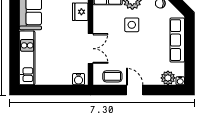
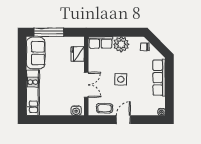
side table: (132, 25) -> (121, 79), moved
plant: (168, 78) -> (151, 109), removed
door: (135, 90) -> (123, 120), hinge flipped

